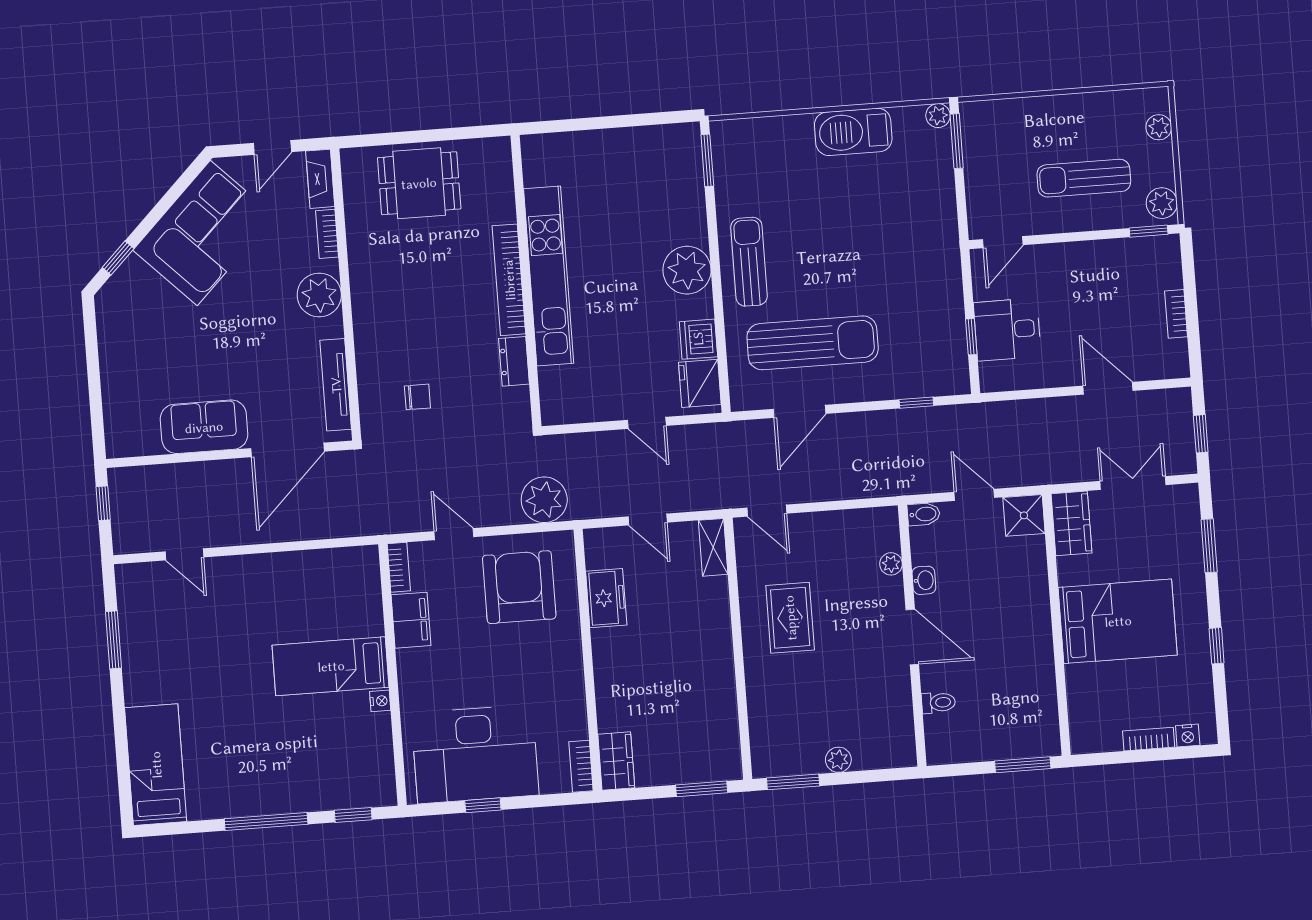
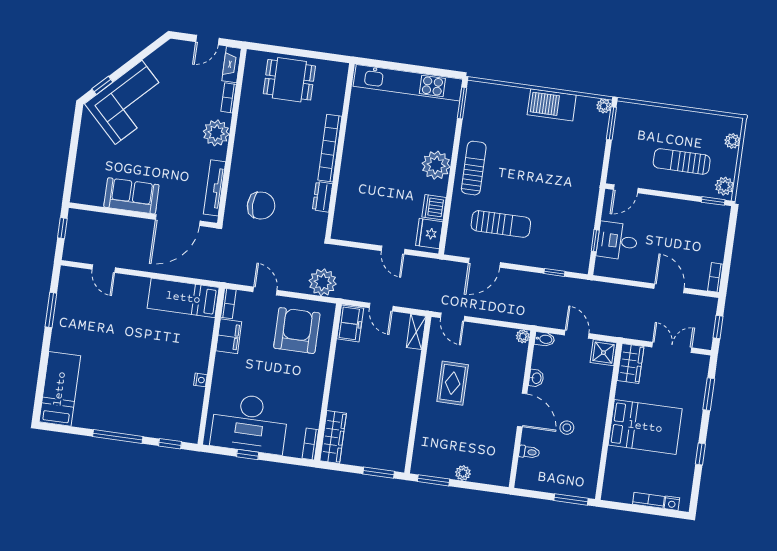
corner sofa: (204, 233) -> (129, 102), moved
kitchen unit: (549, 276) -> (408, 83), moved, turned 90
bookcase: (1176, 314) -> (715, 278), moved
sun lounger: (813, 343) -> (501, 224), width x0.73, depth x0.75
chair: (417, 397) -> (261, 206), width x1.87, depth x1.87
plant: (891, 564) -> (523, 336), moved
freezer: (606, 598) -> (350, 323), moved
stool: (991, 650) -> (567, 428), added
bed: (331, 666) -> (183, 298), moved
wardrobe: (616, 761) -> (333, 437), width x1.50

